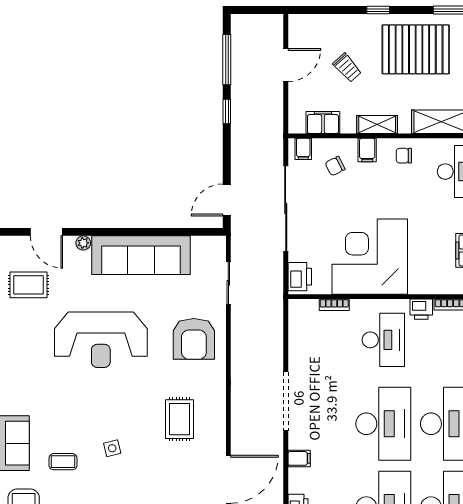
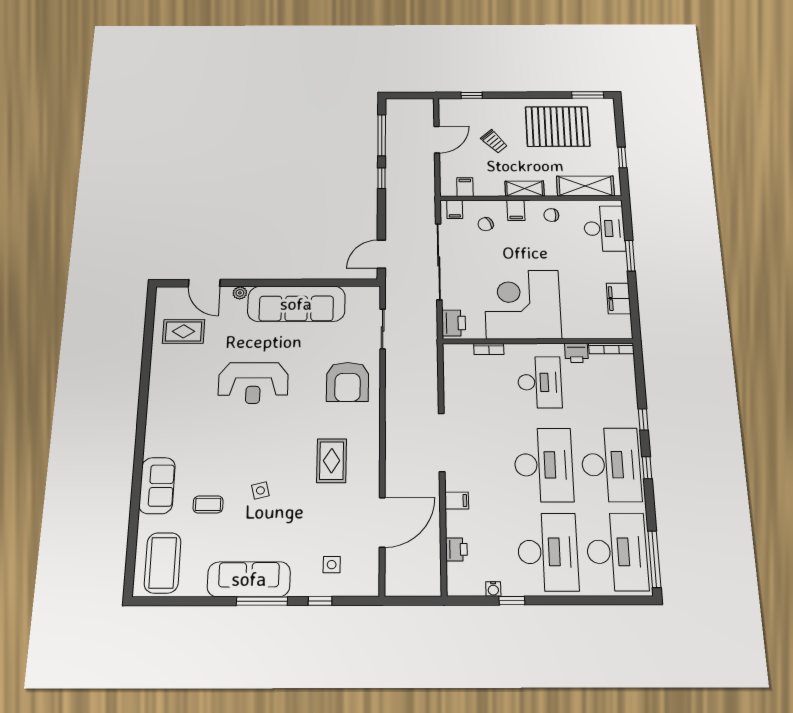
window: (378, 10) -> (472, 95), moved
filing cabinet: (323, 122) -> (465, 187), width x0.50
reception desk: (101, 340) -> (253, 383), width x0.74, depth x0.77

